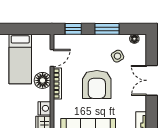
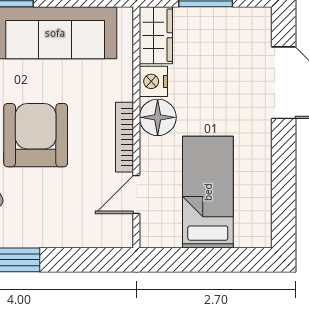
window: (73, 29) -> (89, 260), removed
floor lamp: (43, 80) -> (158, 117), moved

